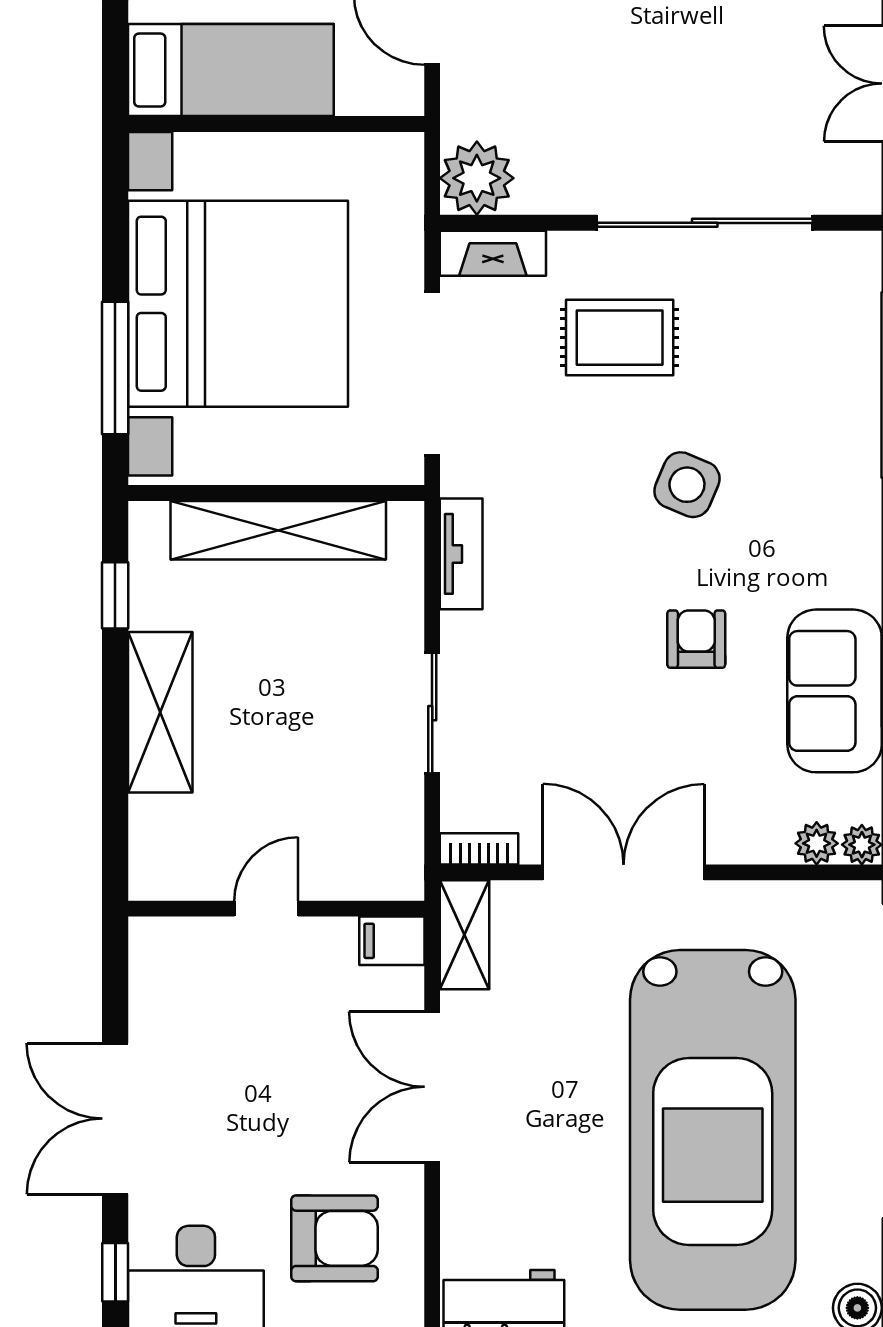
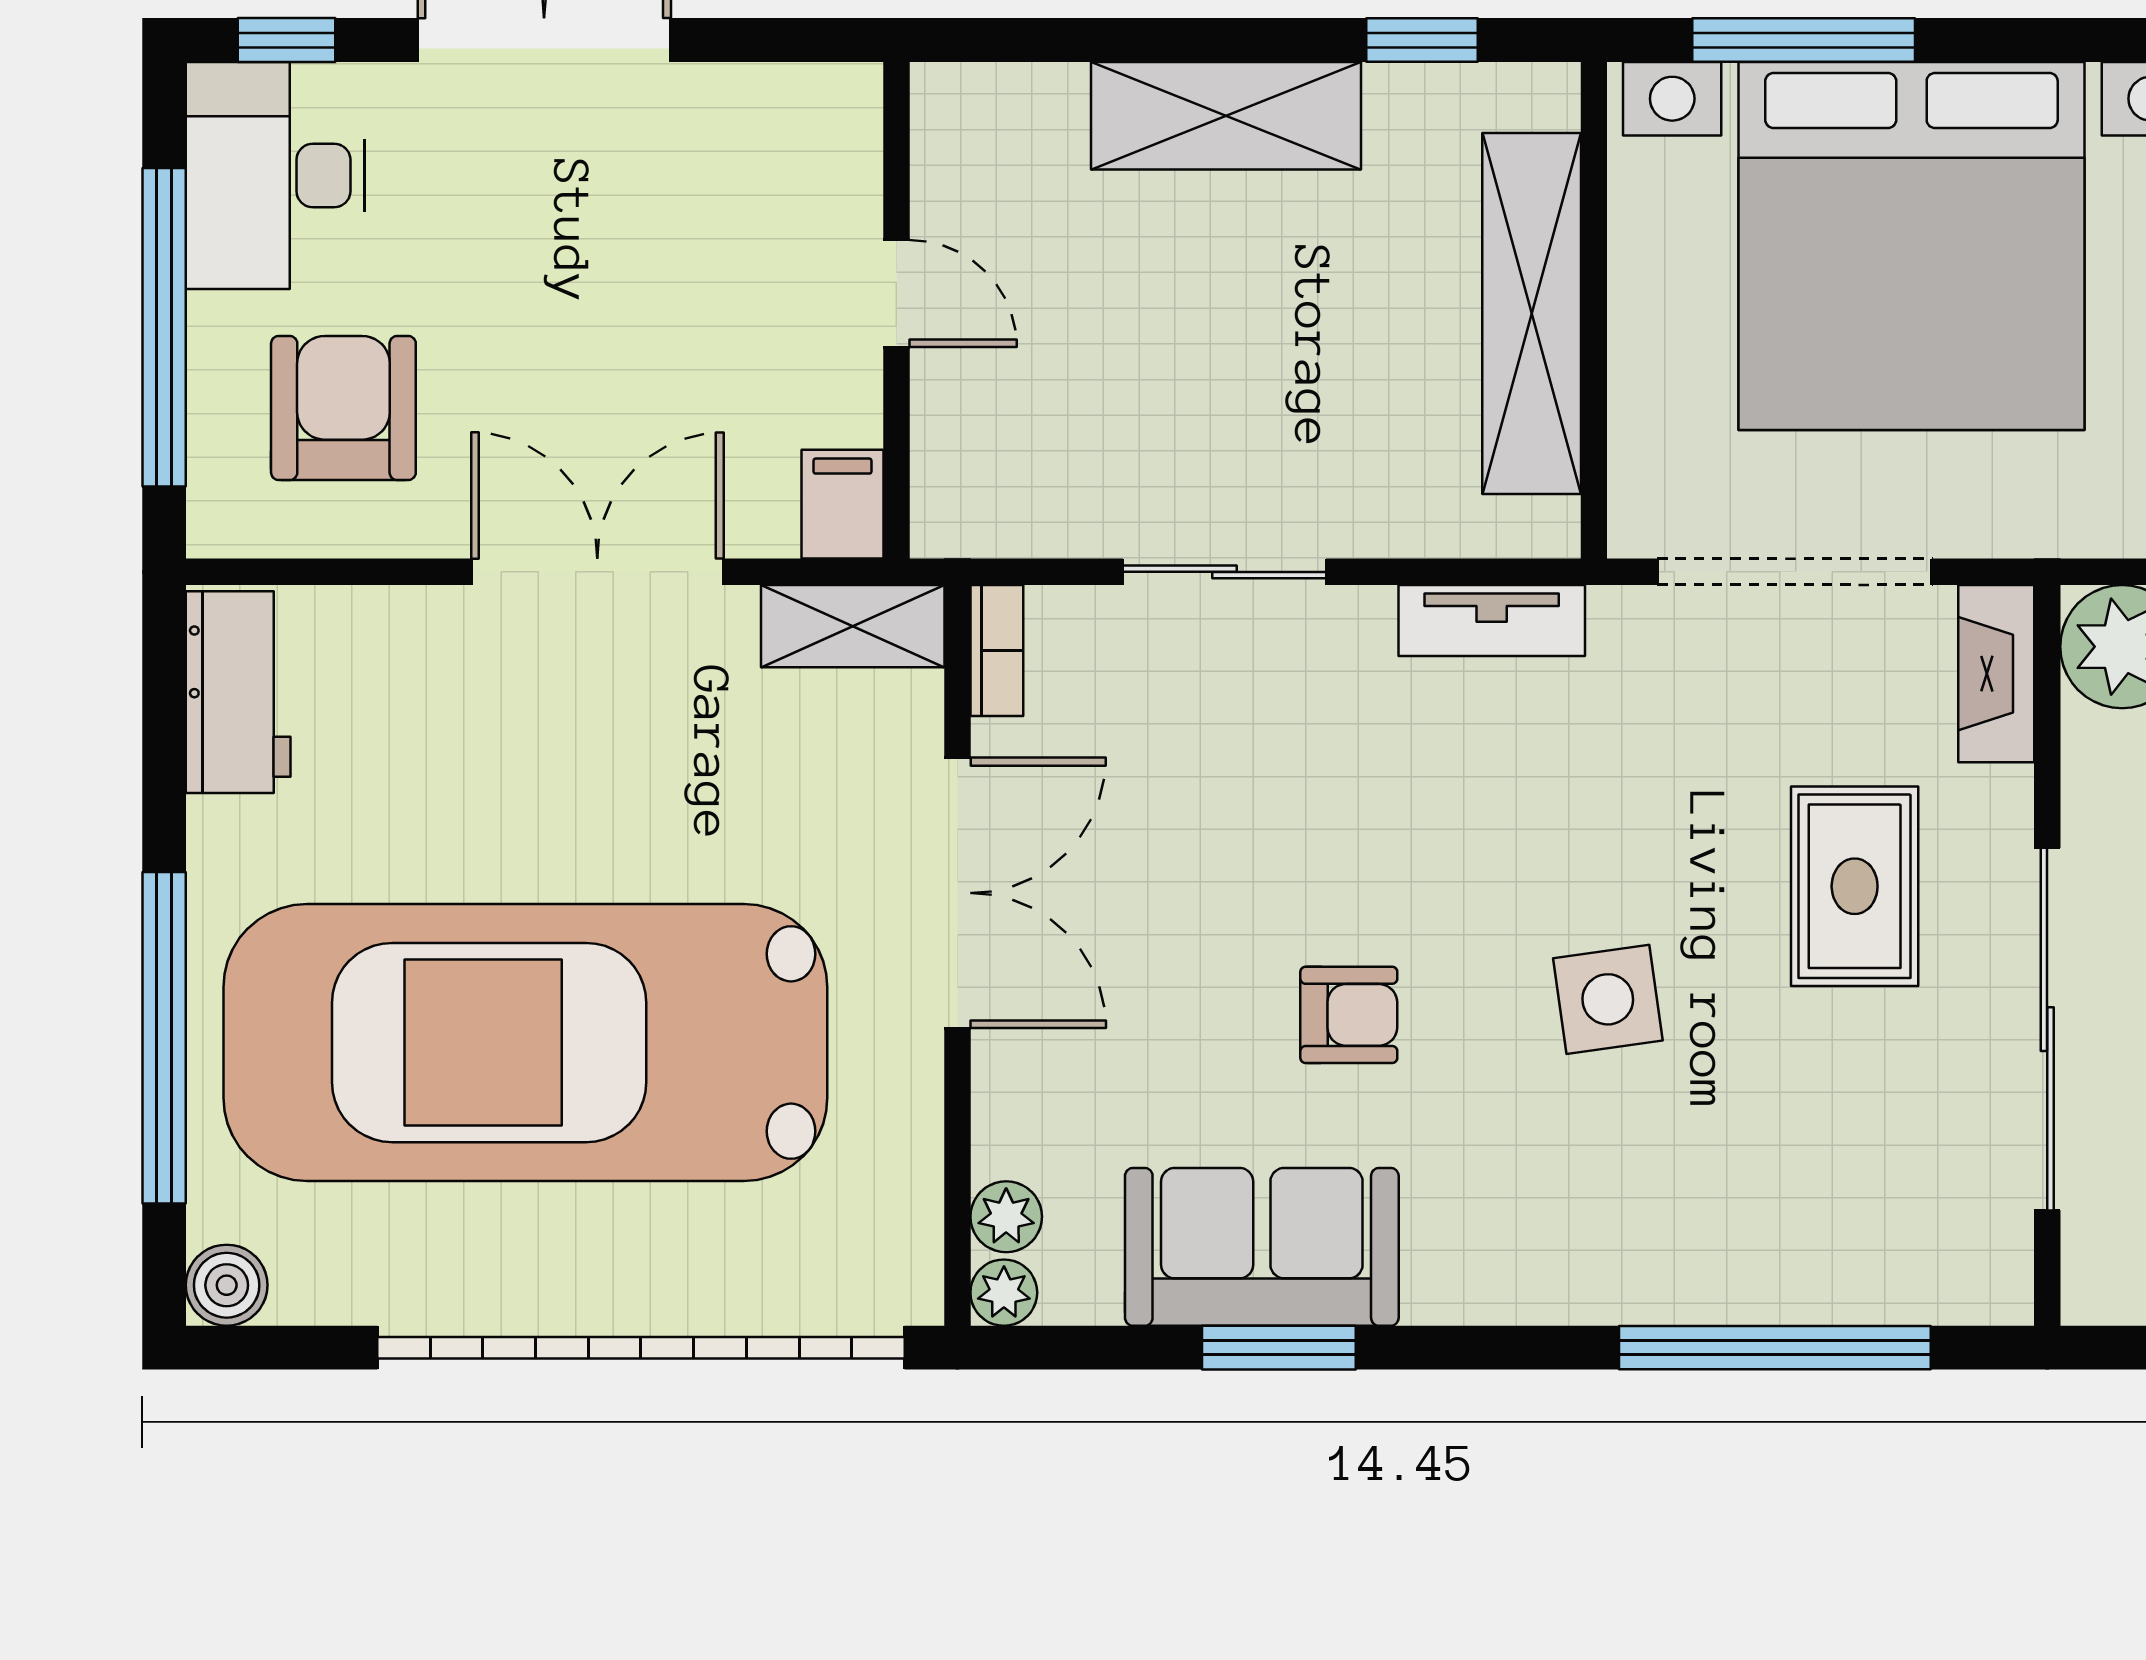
side table: (687, 485) -> (1608, 999), turned -31
armchair: (335, 1238) -> (343, 408), turned 180

